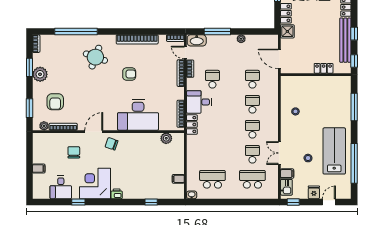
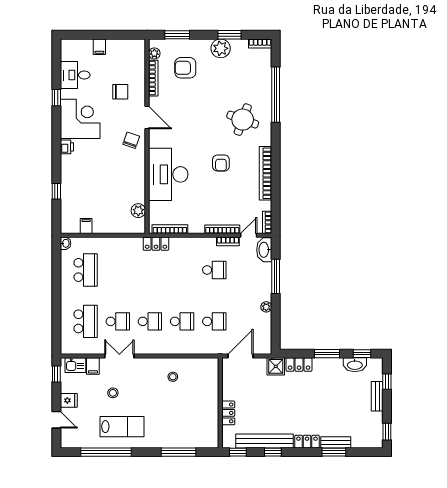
desk: (199, 102) -> (185, 253), removed
lab bench: (334, 151) -> (122, 427), width x0.73, depth x0.72

